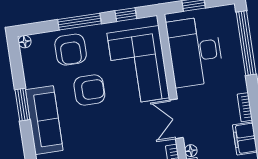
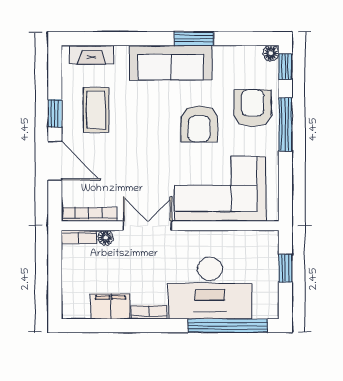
window: (126, 15) -> (285, 67), moved
armchair: (71, 50) -> (253, 108), turned 90
desk: (195, 52) -> (210, 288), moved, turned 180

